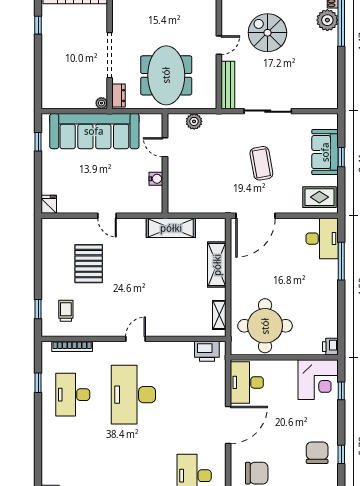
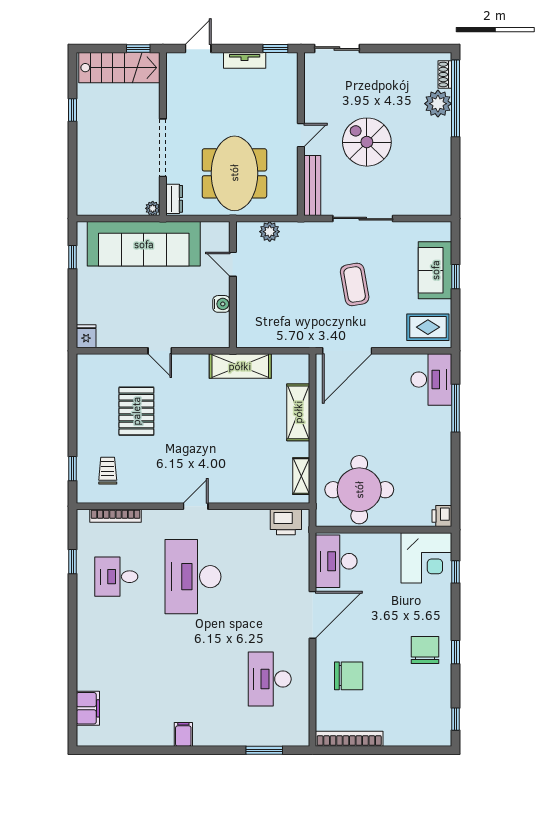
spiral stairs: (267, 33) -> (367, 142), moved
desk: (73, 395) -> (116, 577), width x0.73

